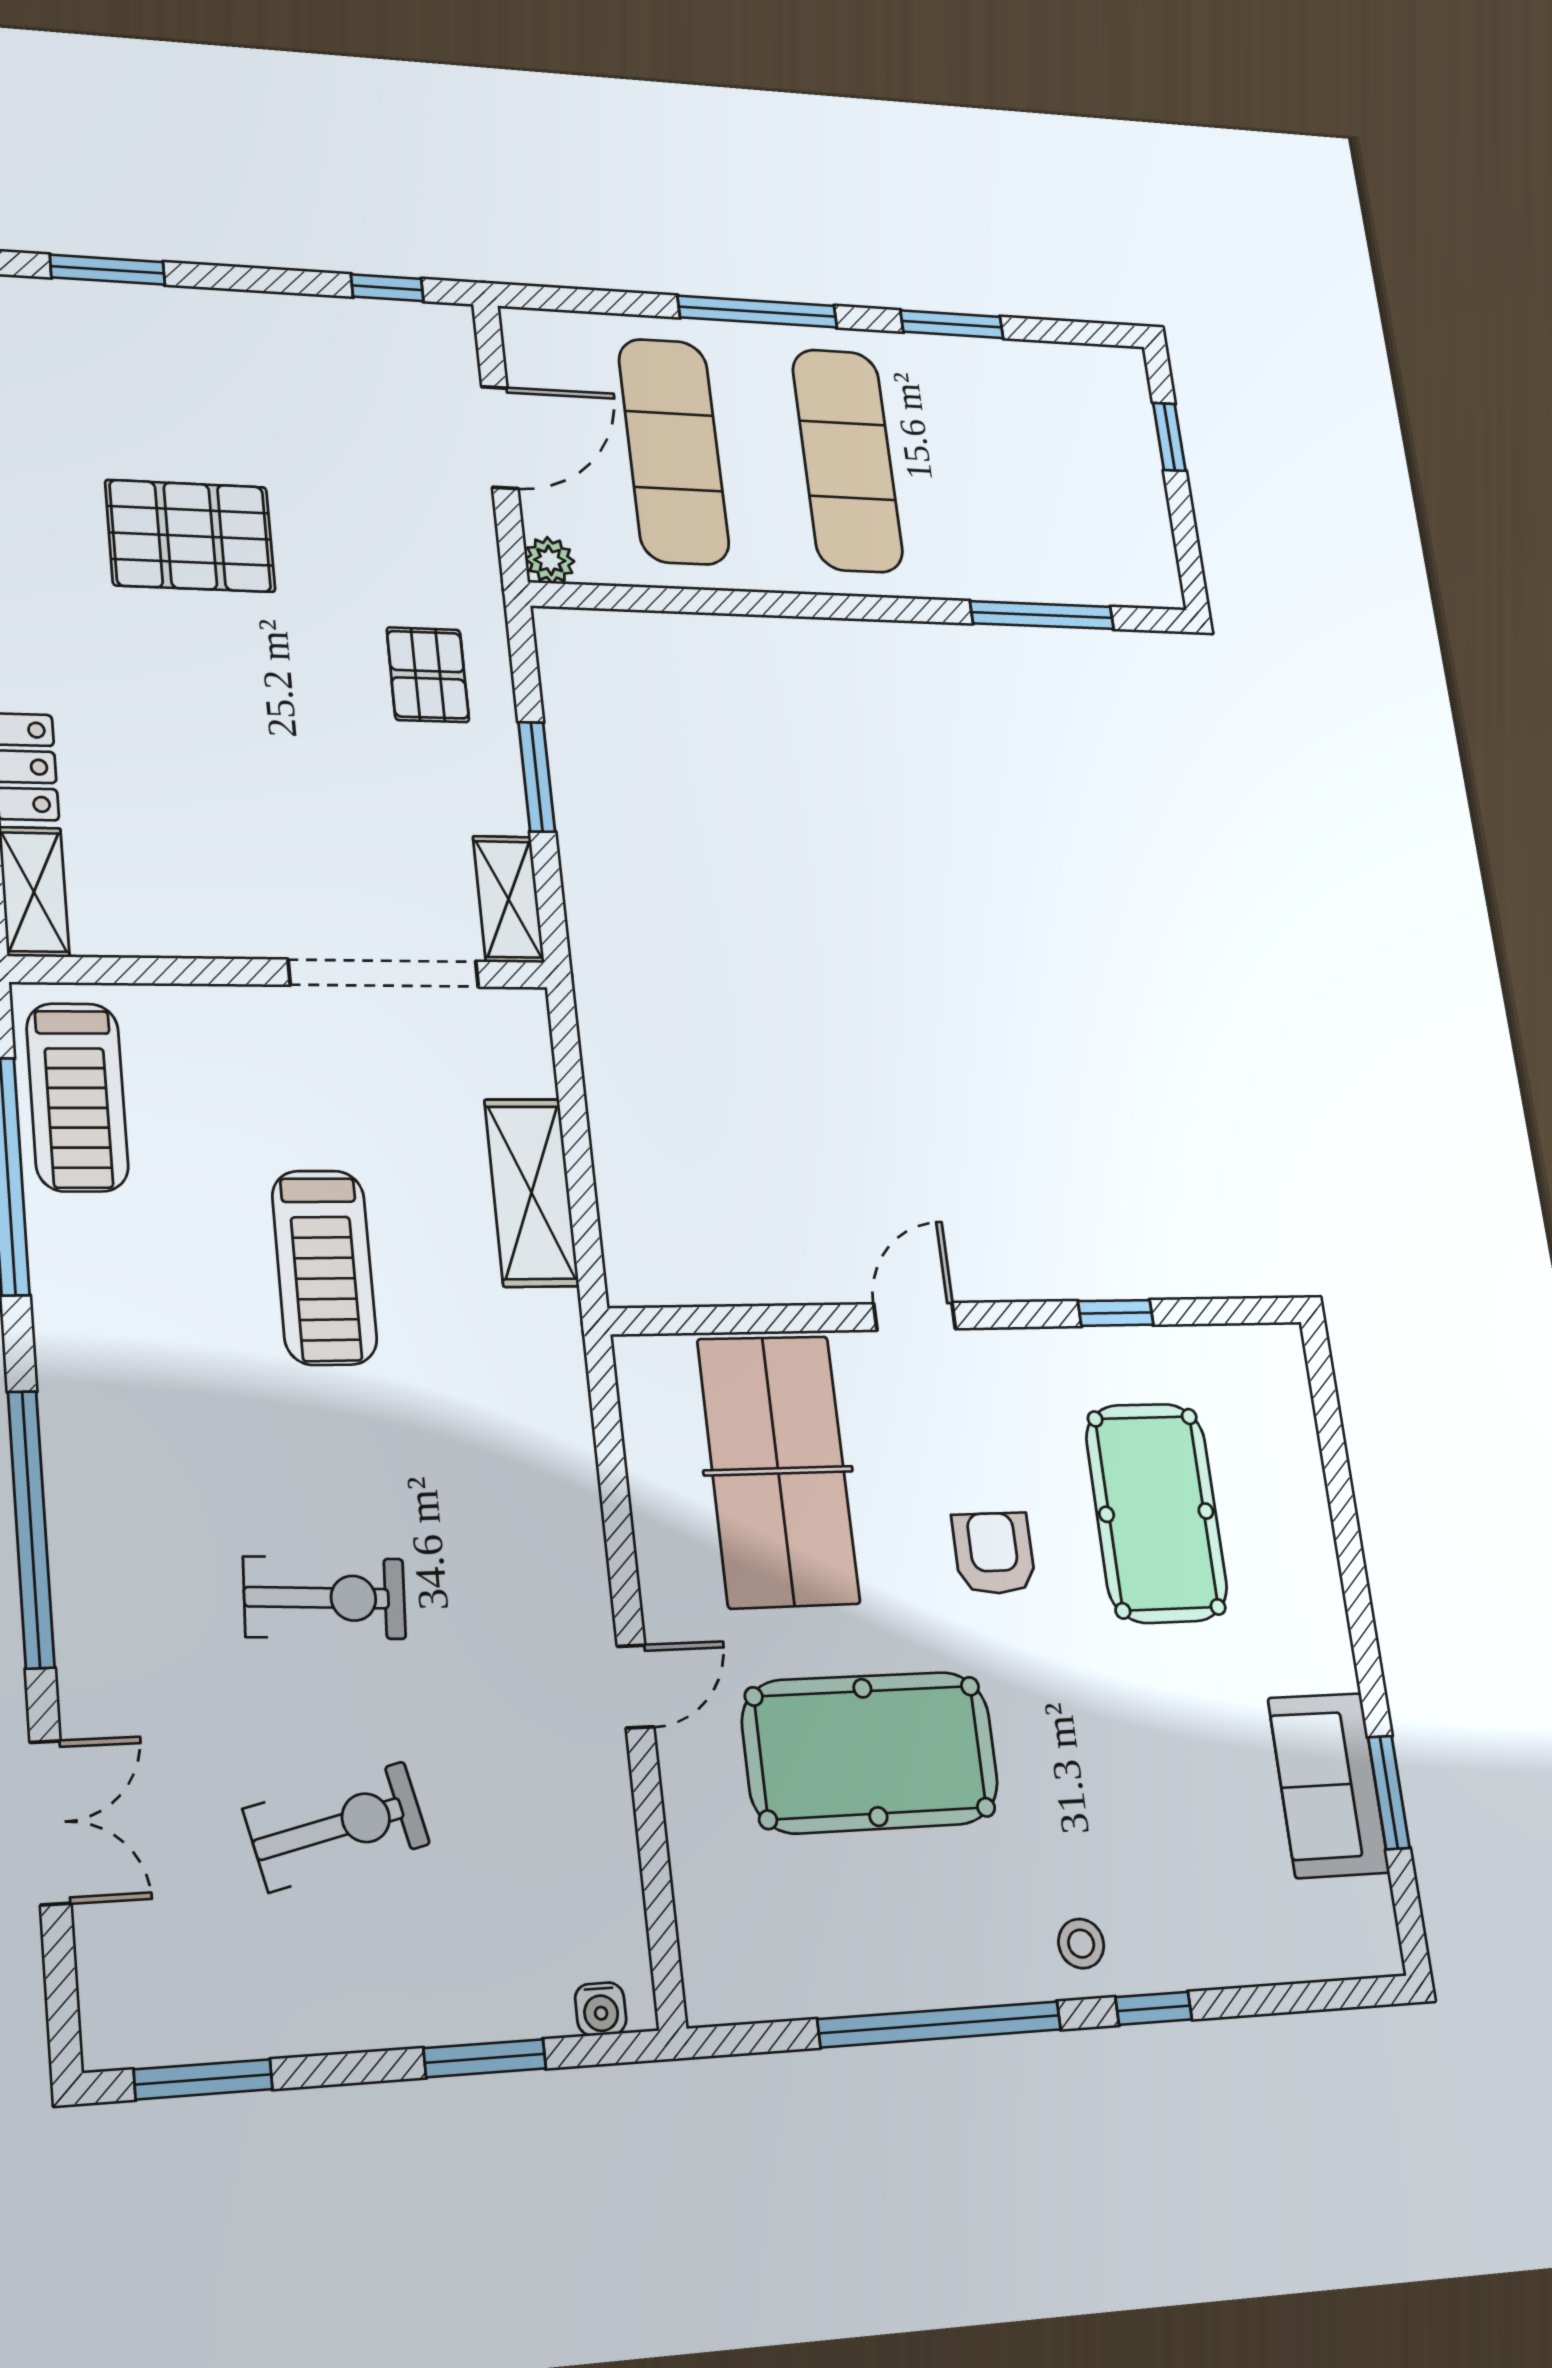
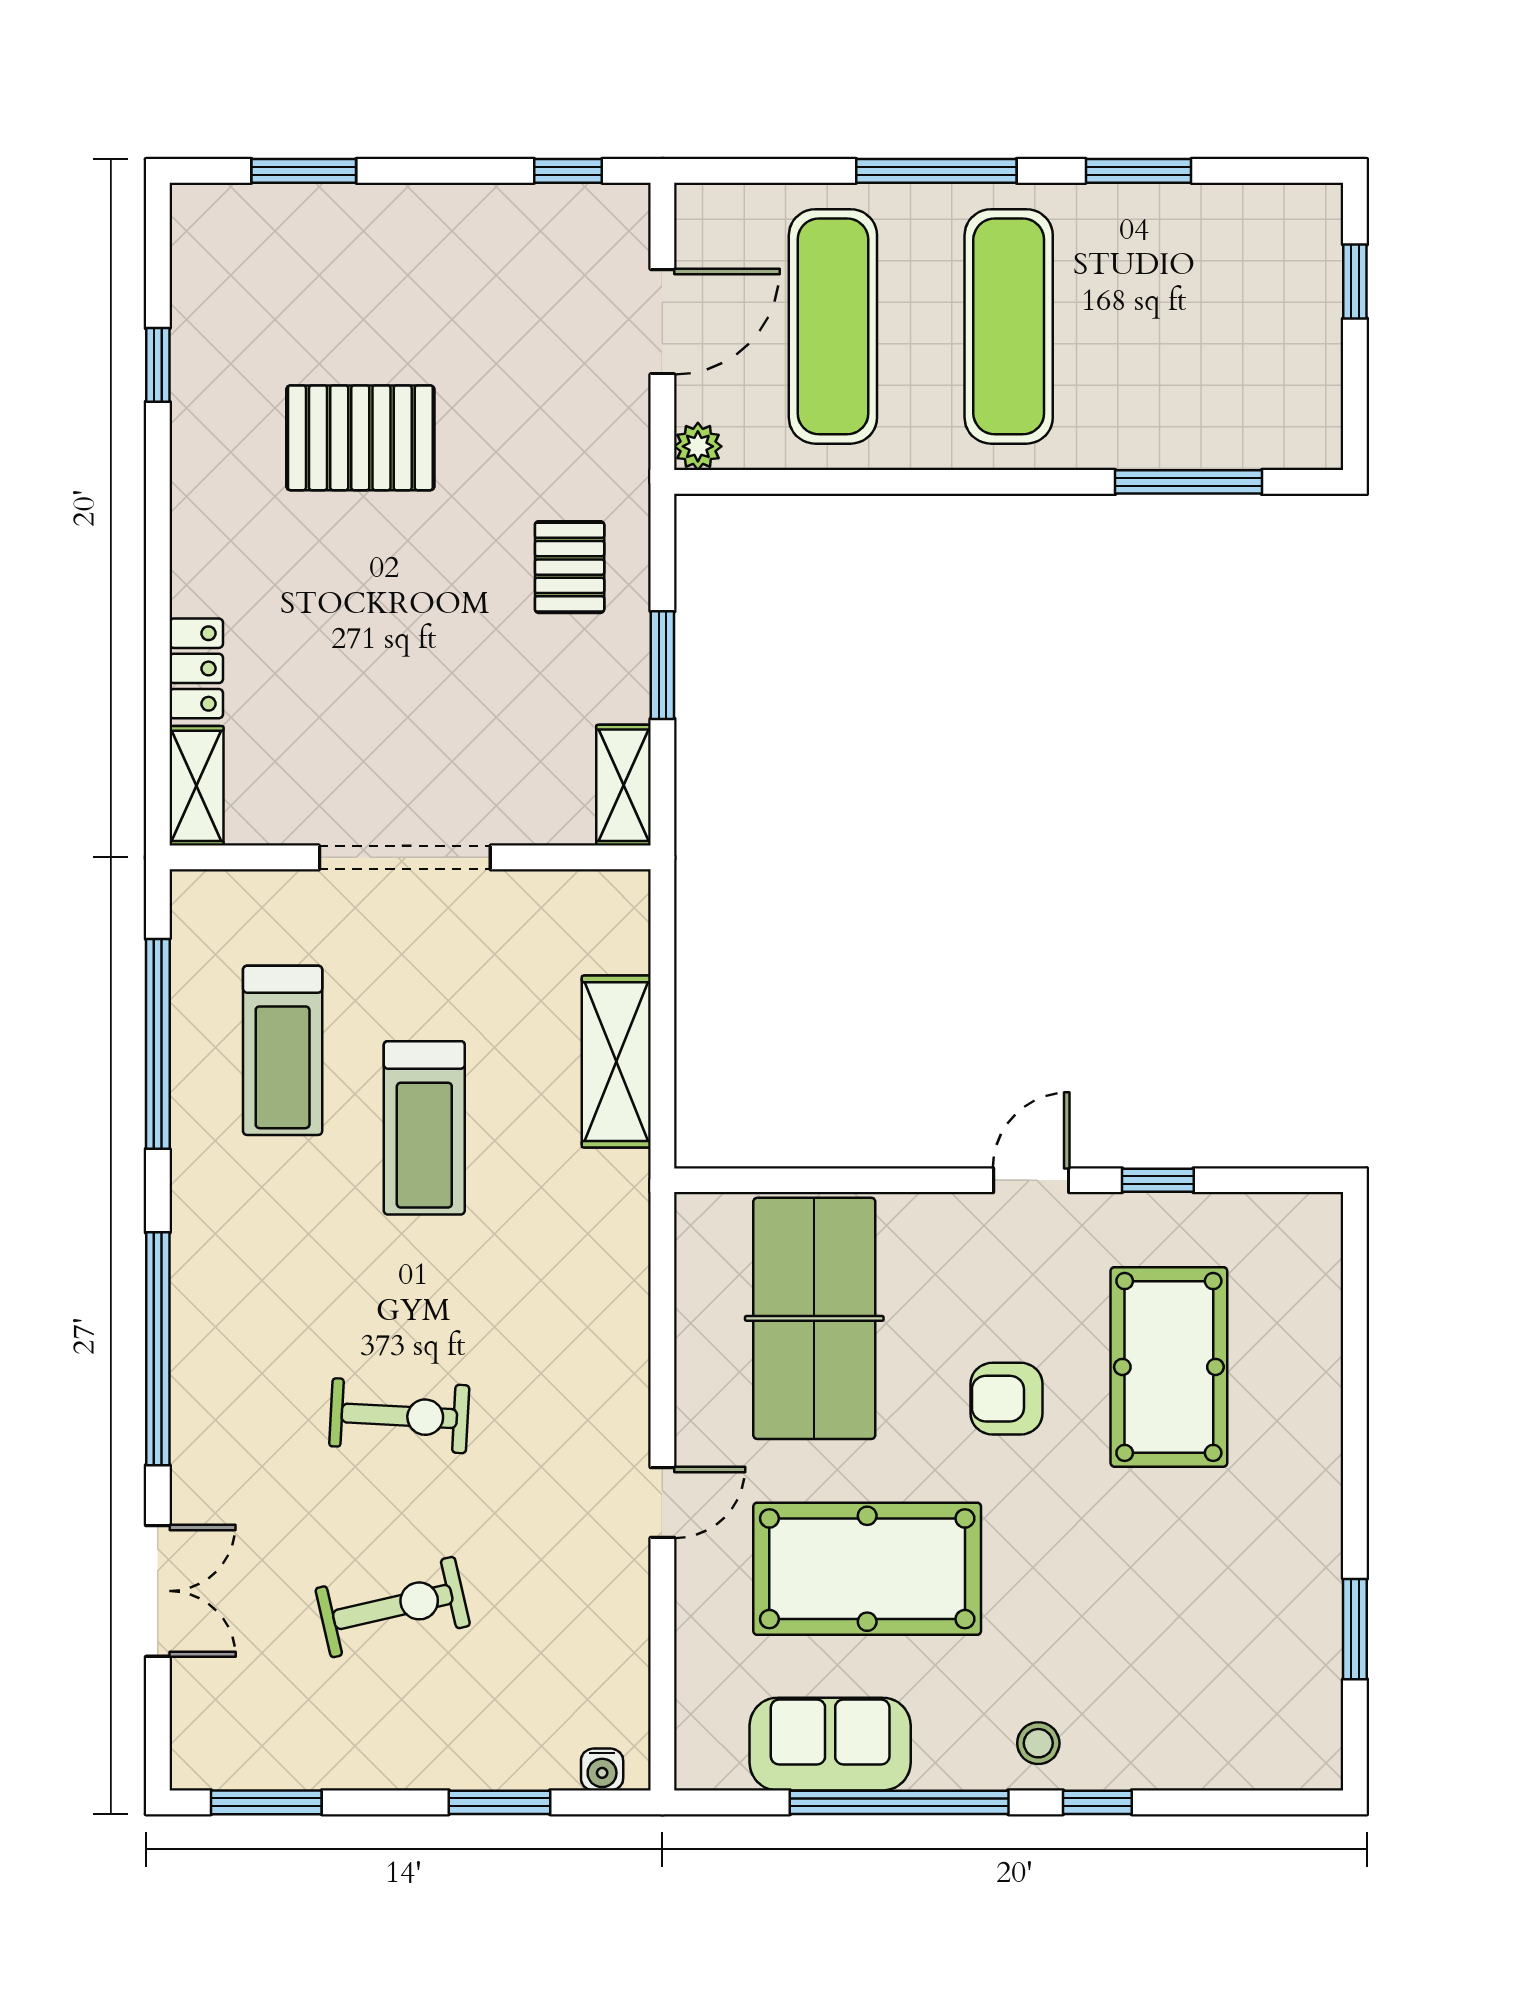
doorway: (384, 973) -> (405, 857), moved
treadmill: (77, 1097) -> (283, 1050), moved
door: (915, 1316) -> (1031, 1180), moved
armchair: (994, 1553) -> (1007, 1399), turned -90
sofa: (1329, 1785) -> (830, 1744), moved, turned 90

